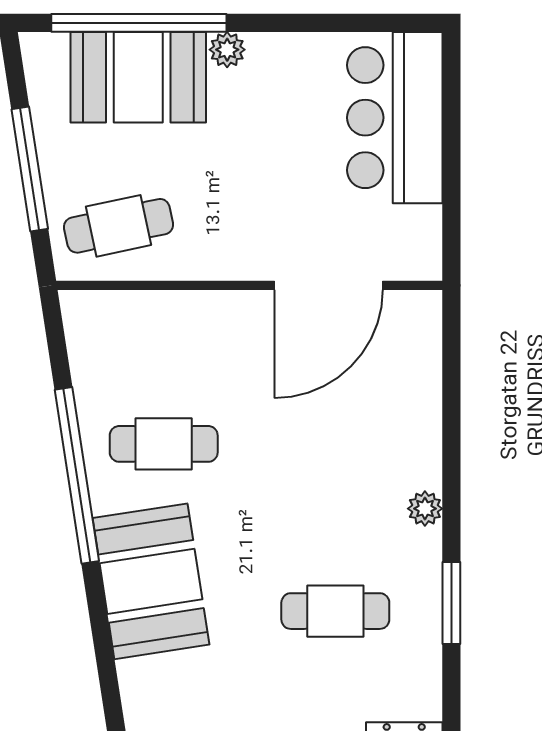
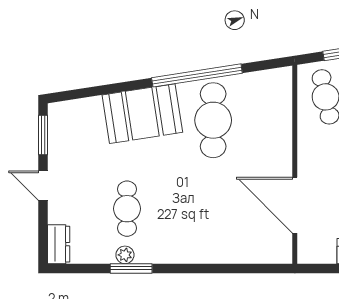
cafe table: (164, 444) -> (213, 120), width x1.37, depth x1.35
plant: (425, 509) -> (125, 255), moved

